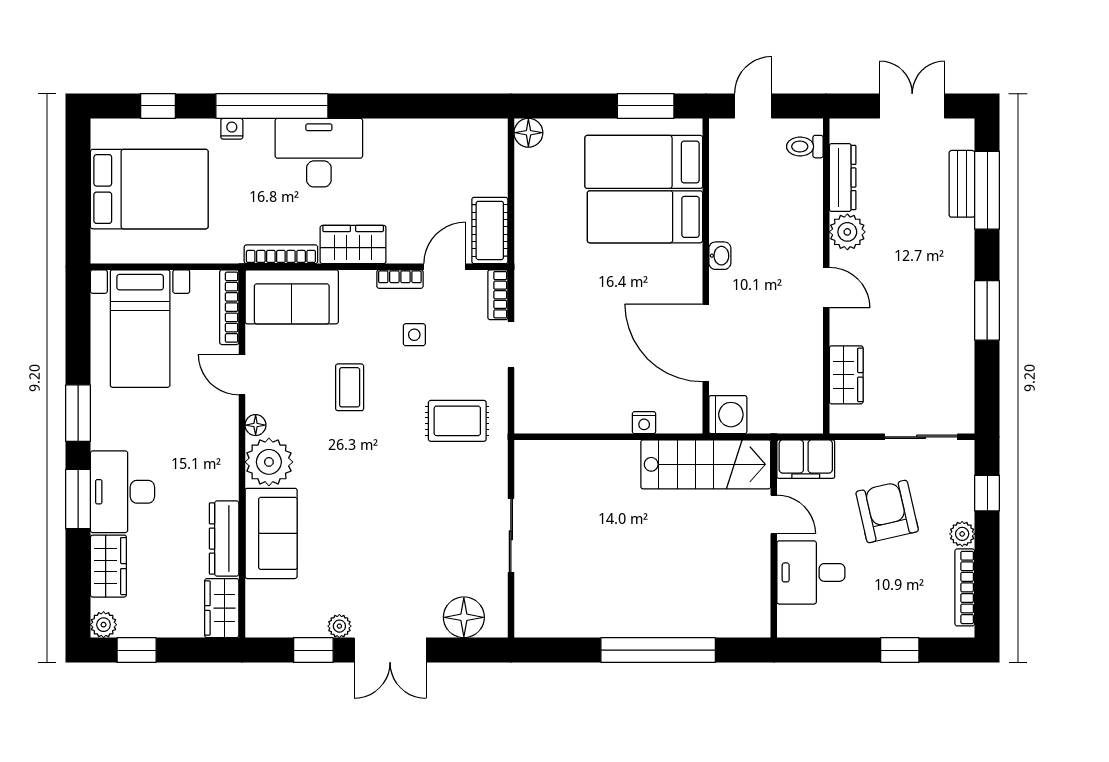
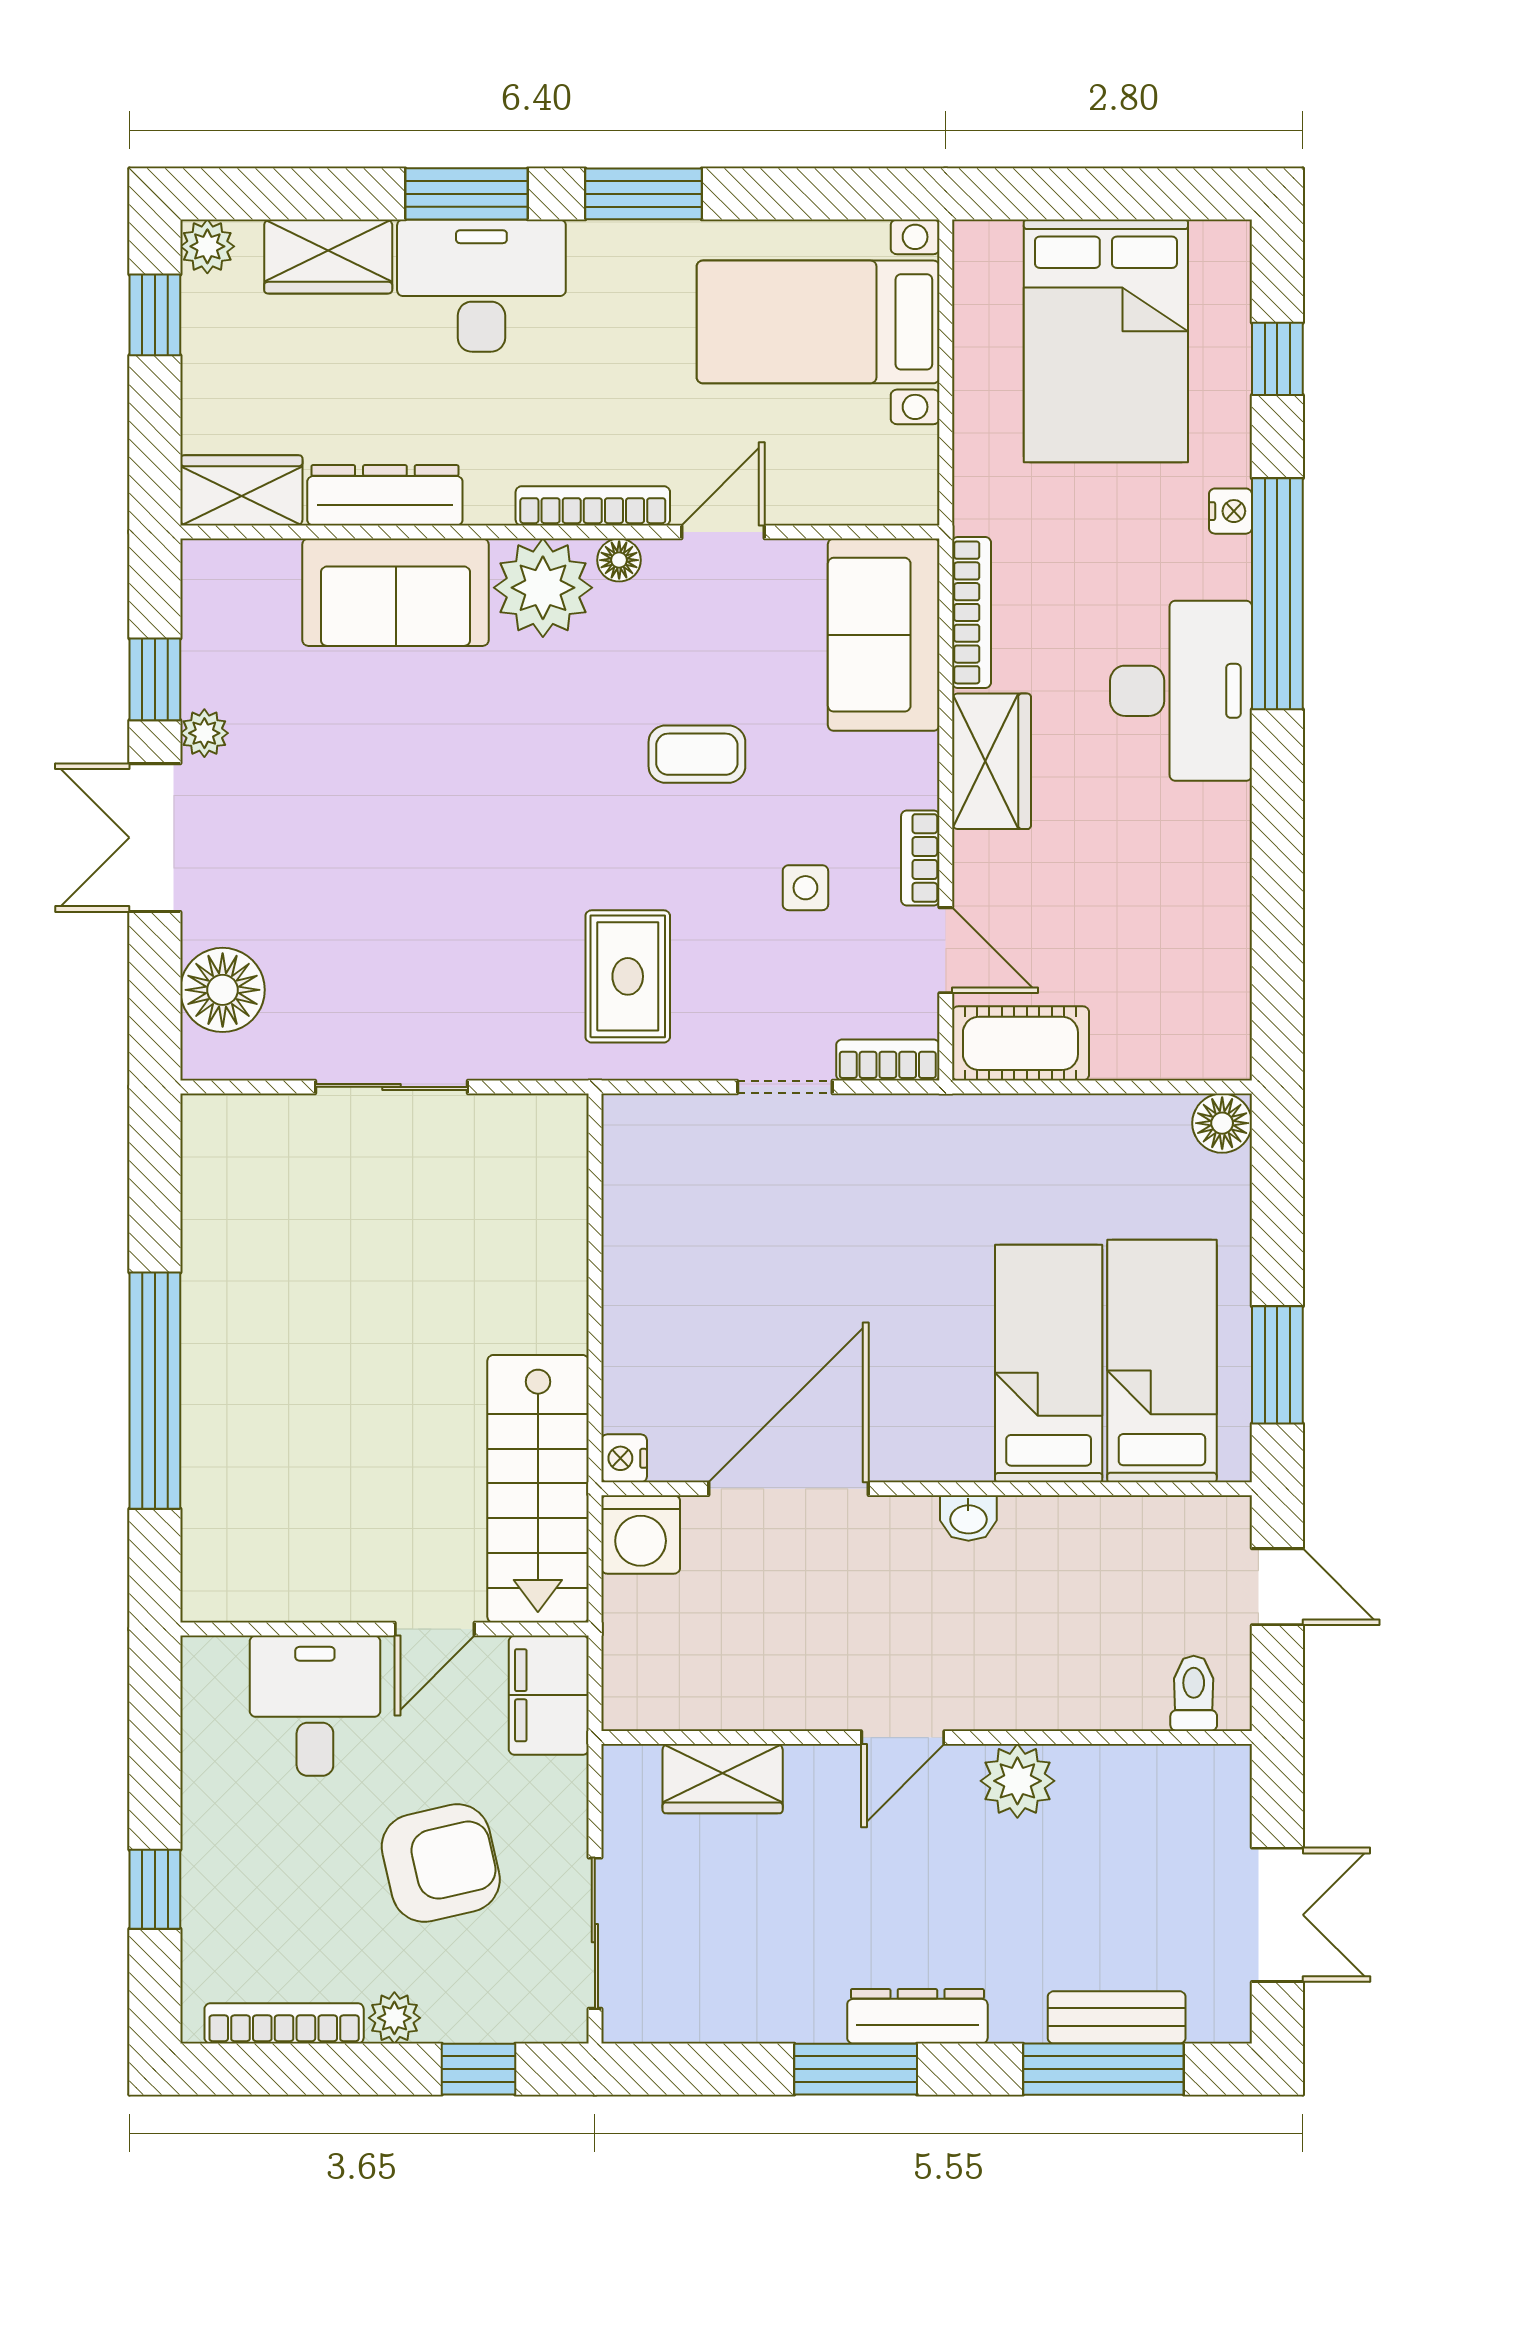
dresser: (843, 178) -> (917, 2016), moved, turned 180
bookcase: (229, 307) -> (593, 506), moved
nightstand: (644, 423) -> (624, 1458), moved

